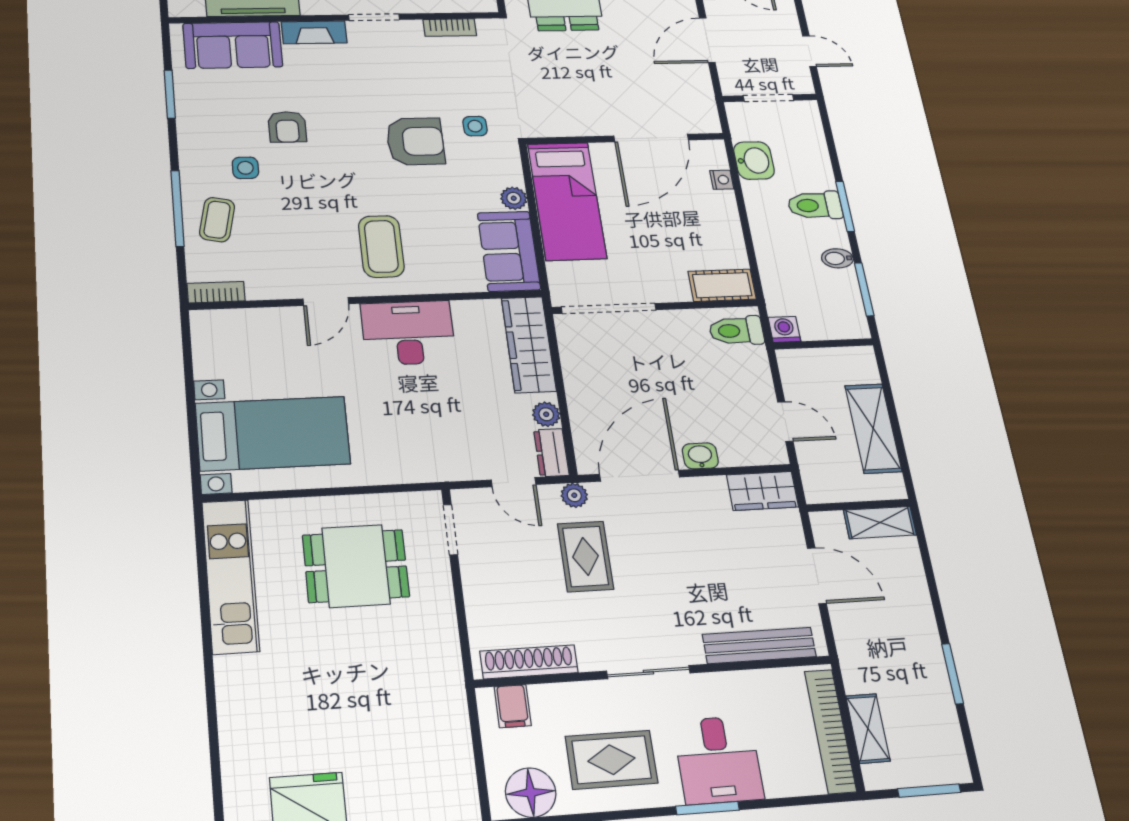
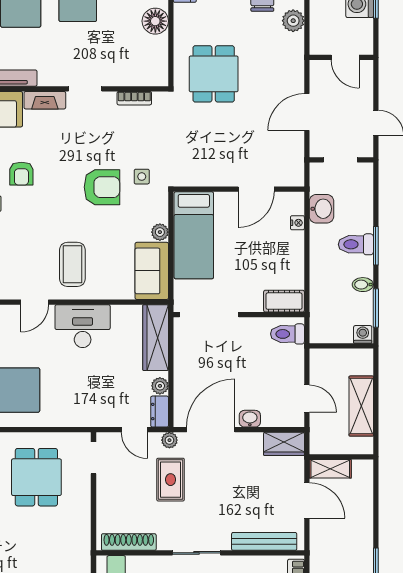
door: (651, 138) -> (256, 189), width x0.73
washing machine: (784, 329) -> (363, 334), moved
shelving: (880, 522) -> (330, 469), moved
dining table: (356, 566) -> (36, 477), turned 90

